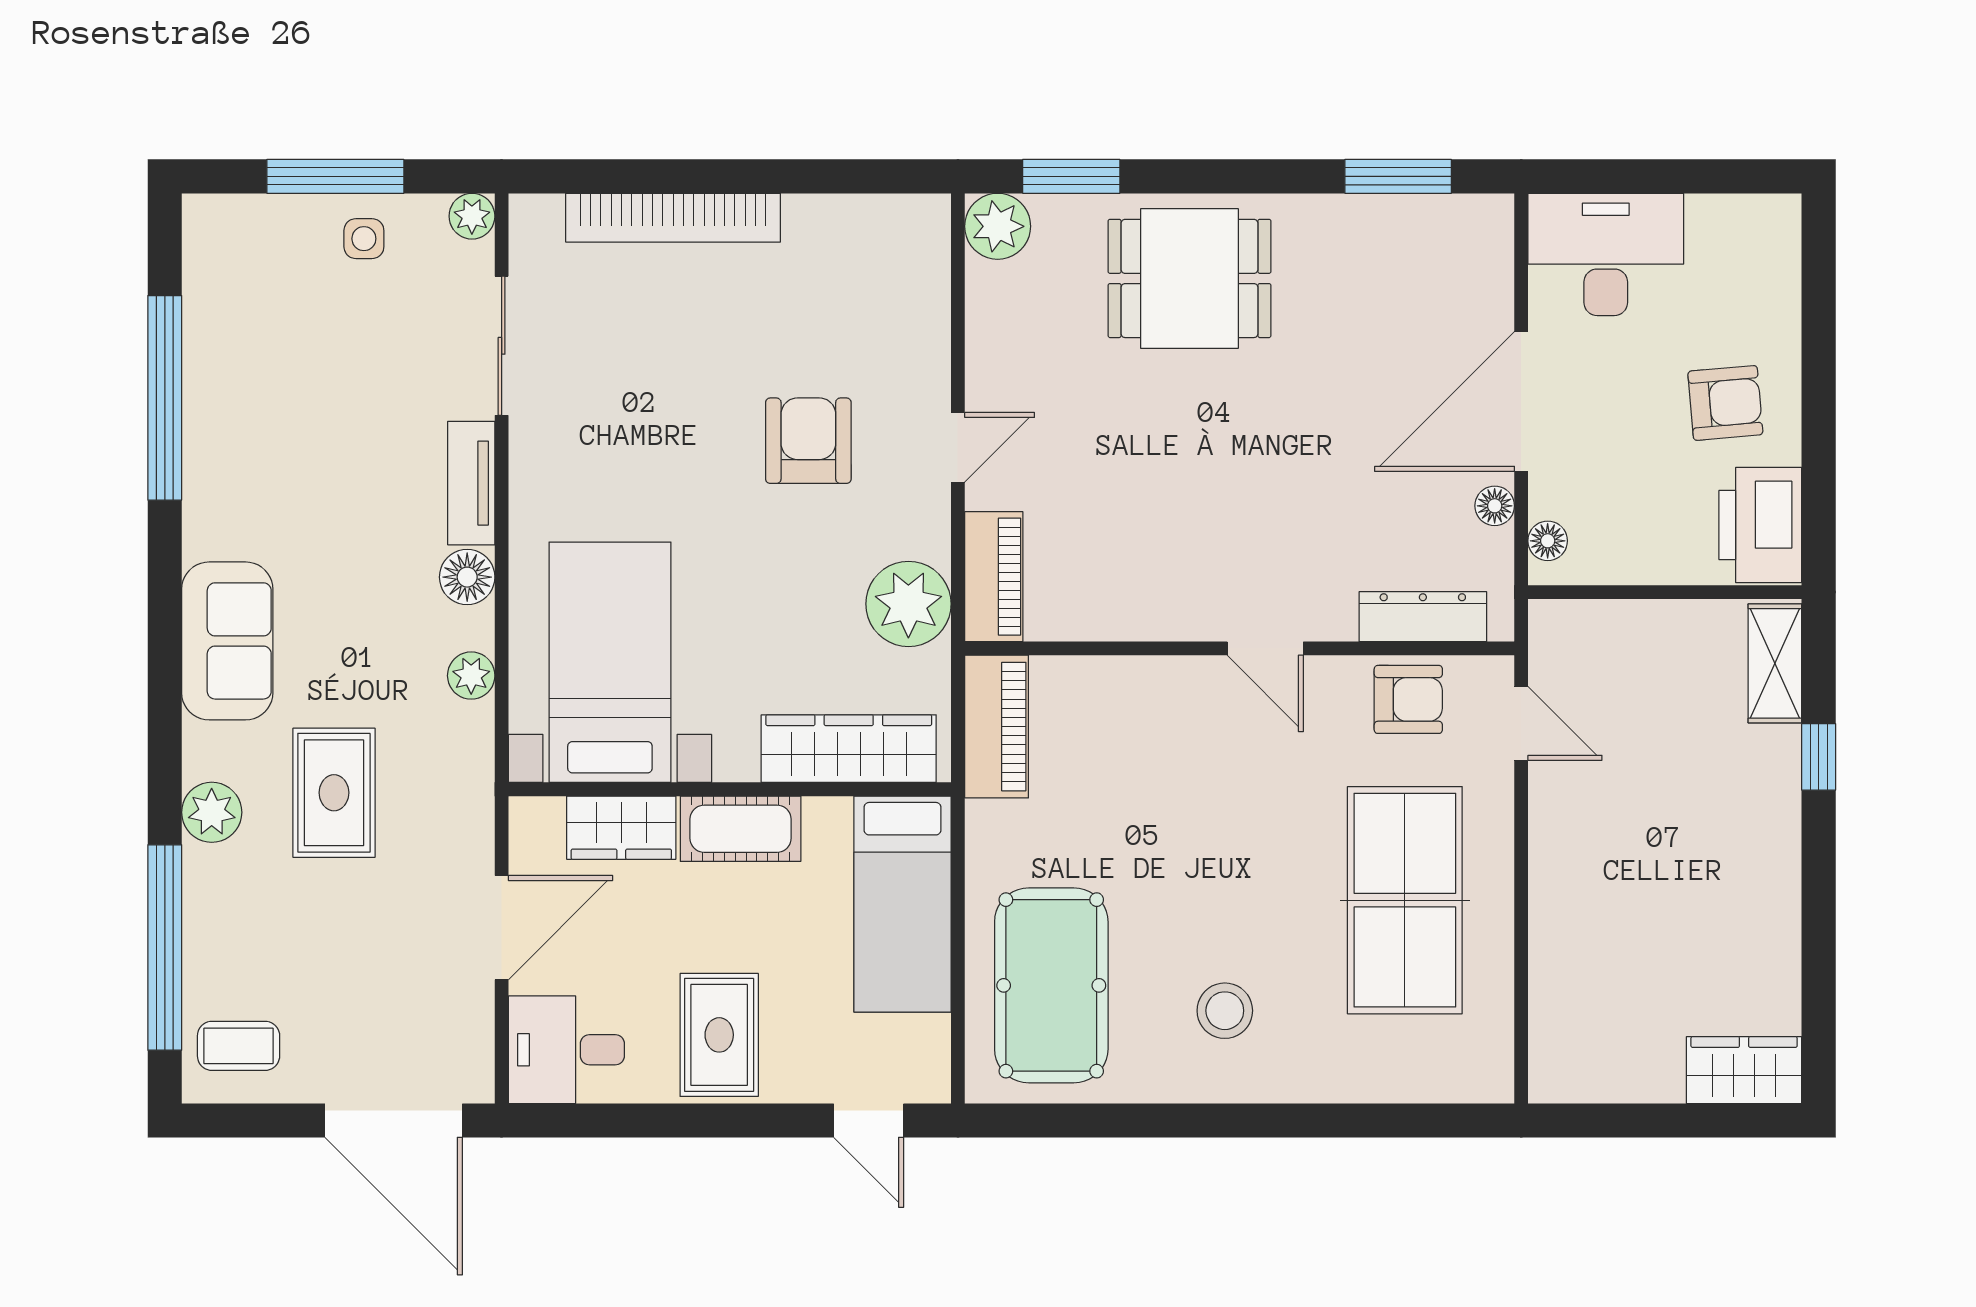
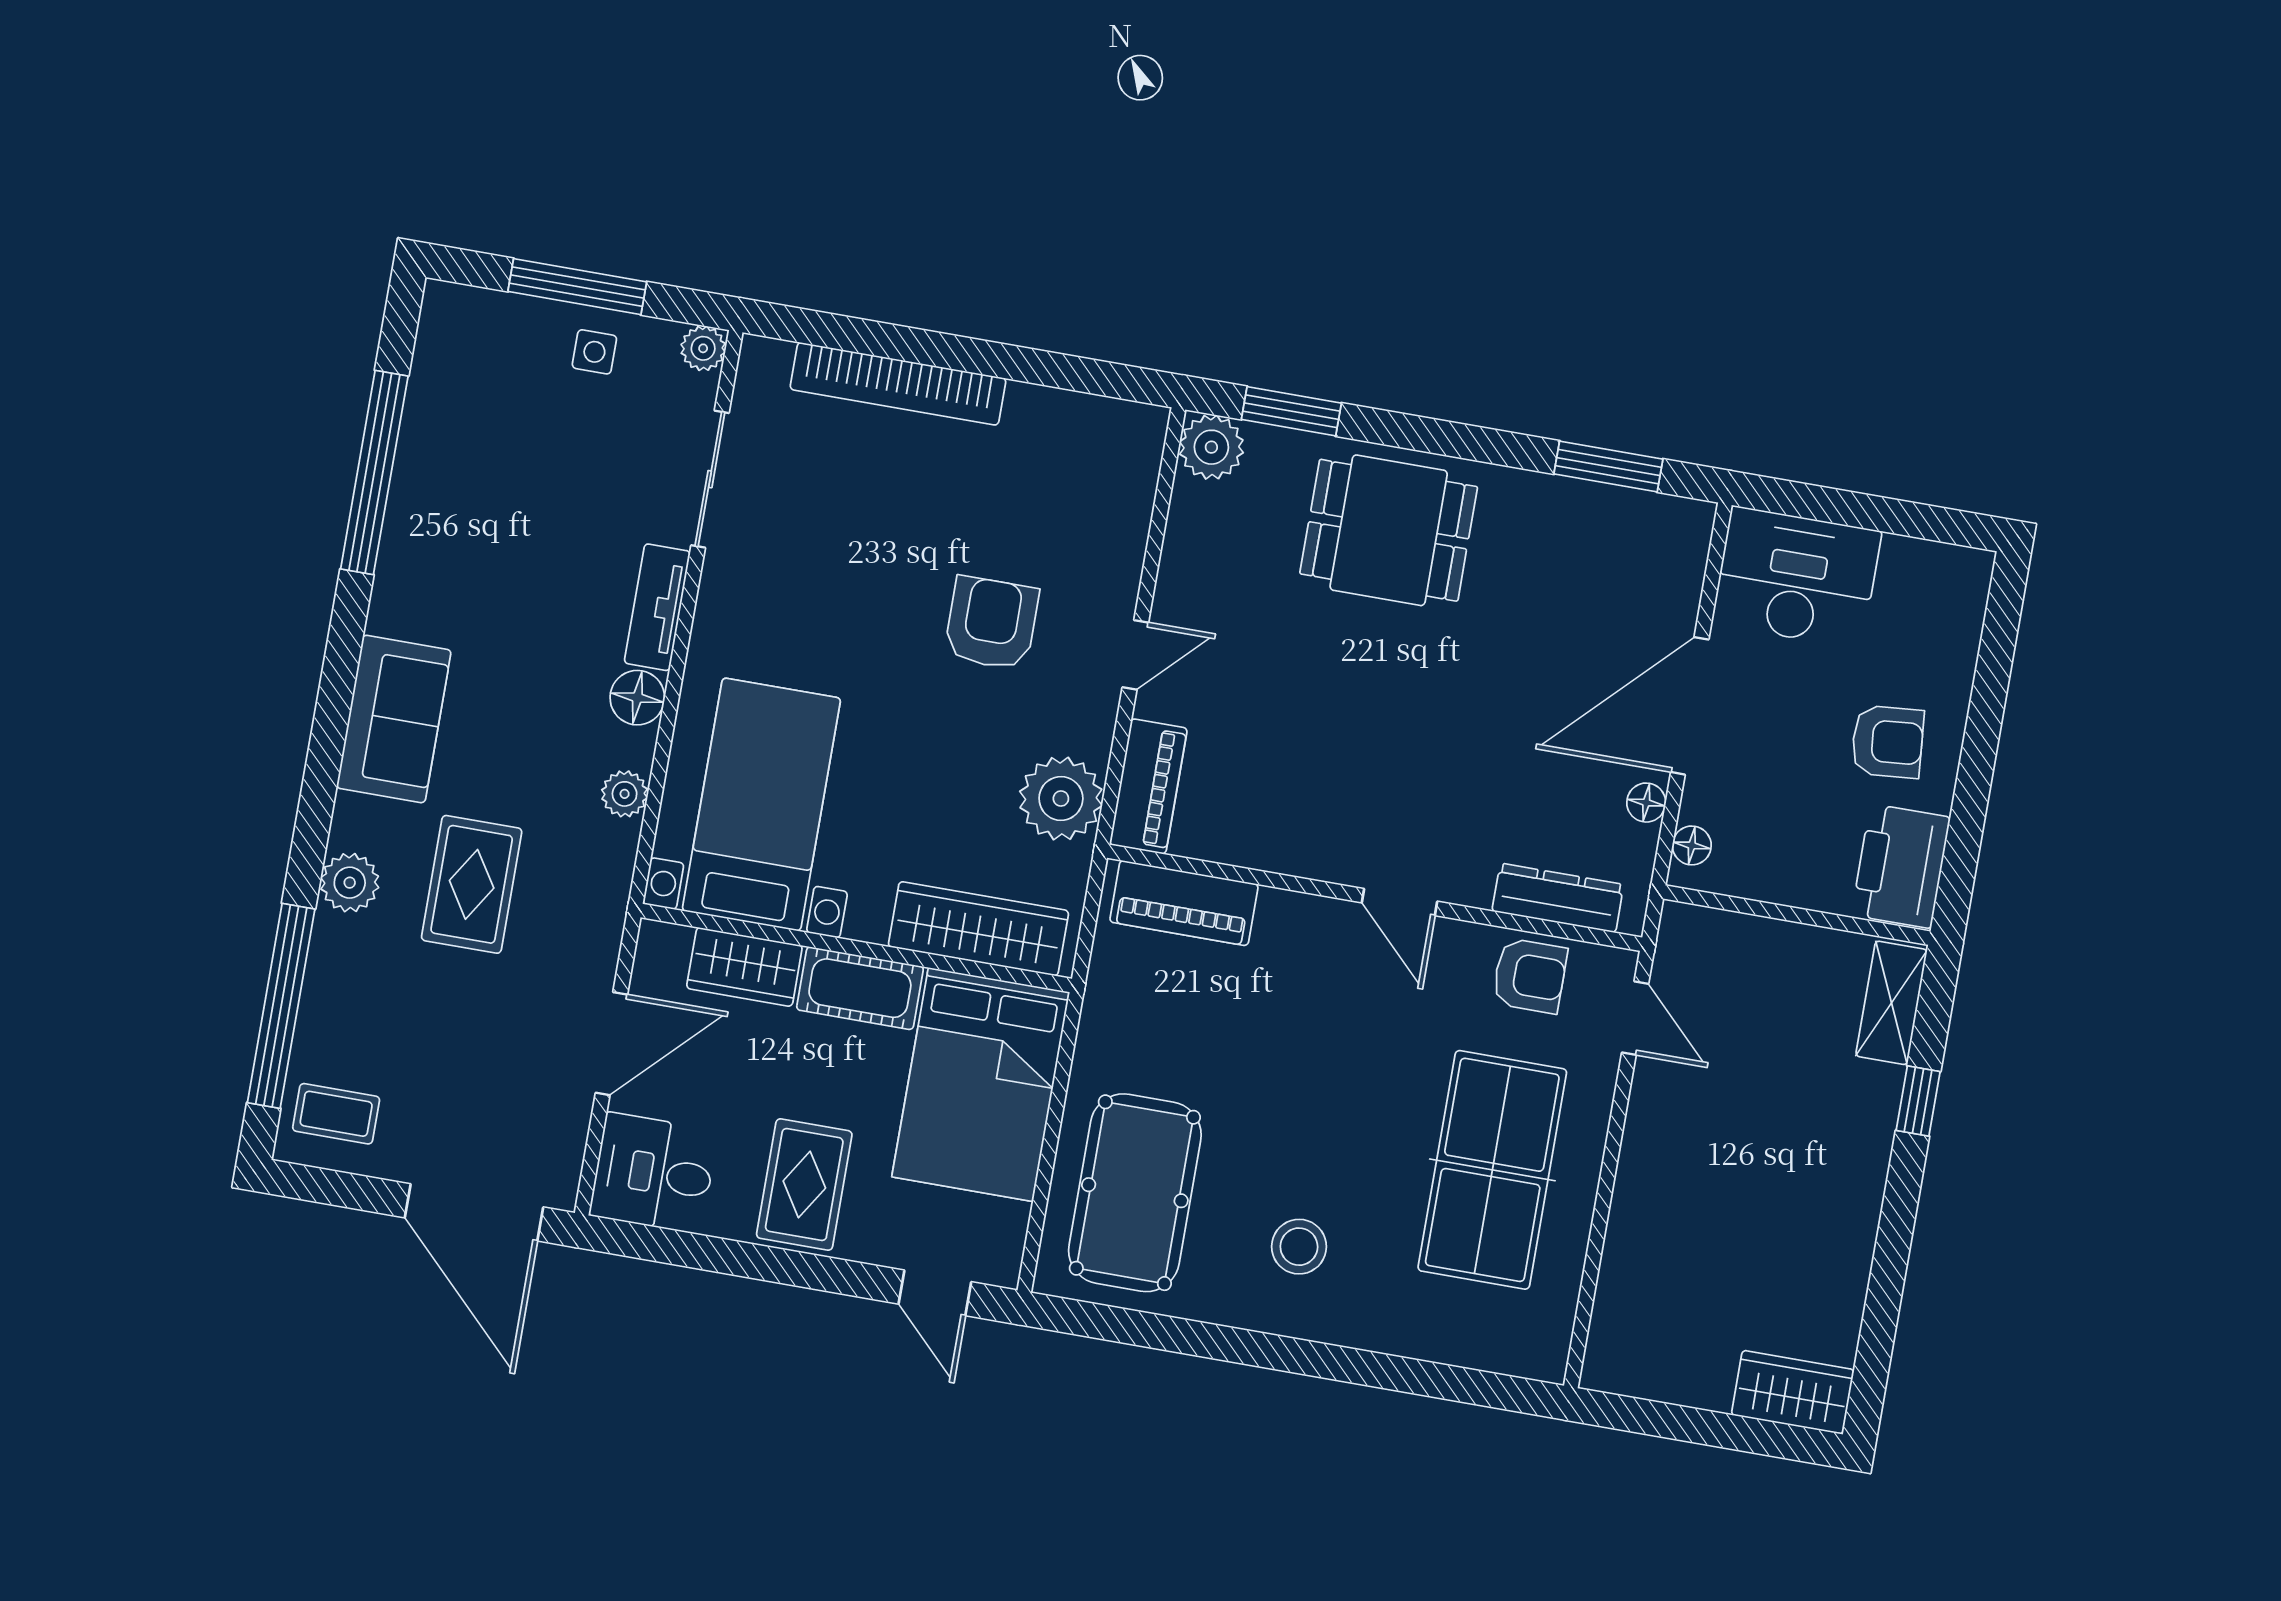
piano: (997, 727) -> (1184, 903), moved, turned 90
bed: (903, 904) -> (981, 1084), width x1.50

